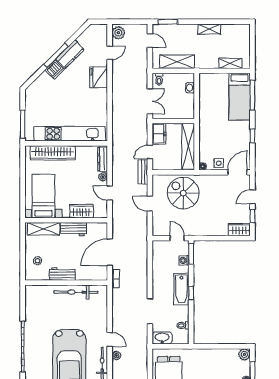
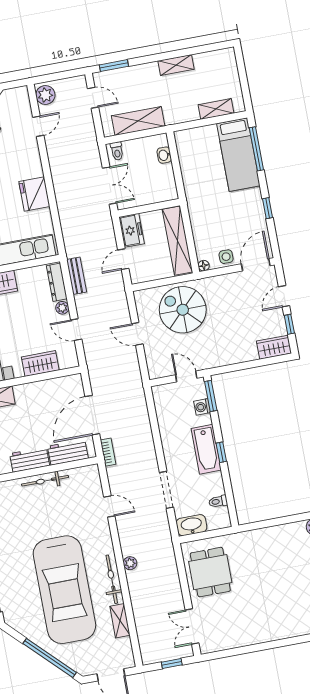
fridge: (99, 77) -> (34, 194), moved
bench: (143, 172) -> (77, 276), moved
workbench: (73, 229) -> (68, 452), moved, turned 180
bicycle: (76, 292) -> (45, 481), width x0.73, depth x0.71
door: (110, 339) -> (109, 506), moved

